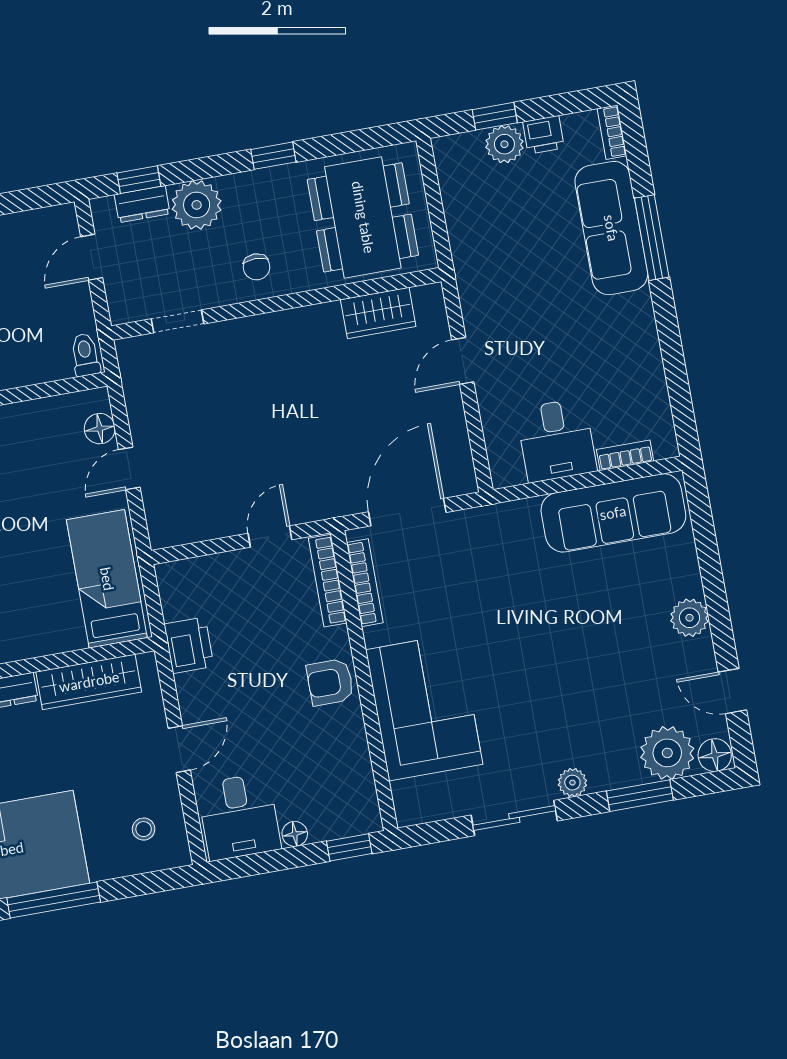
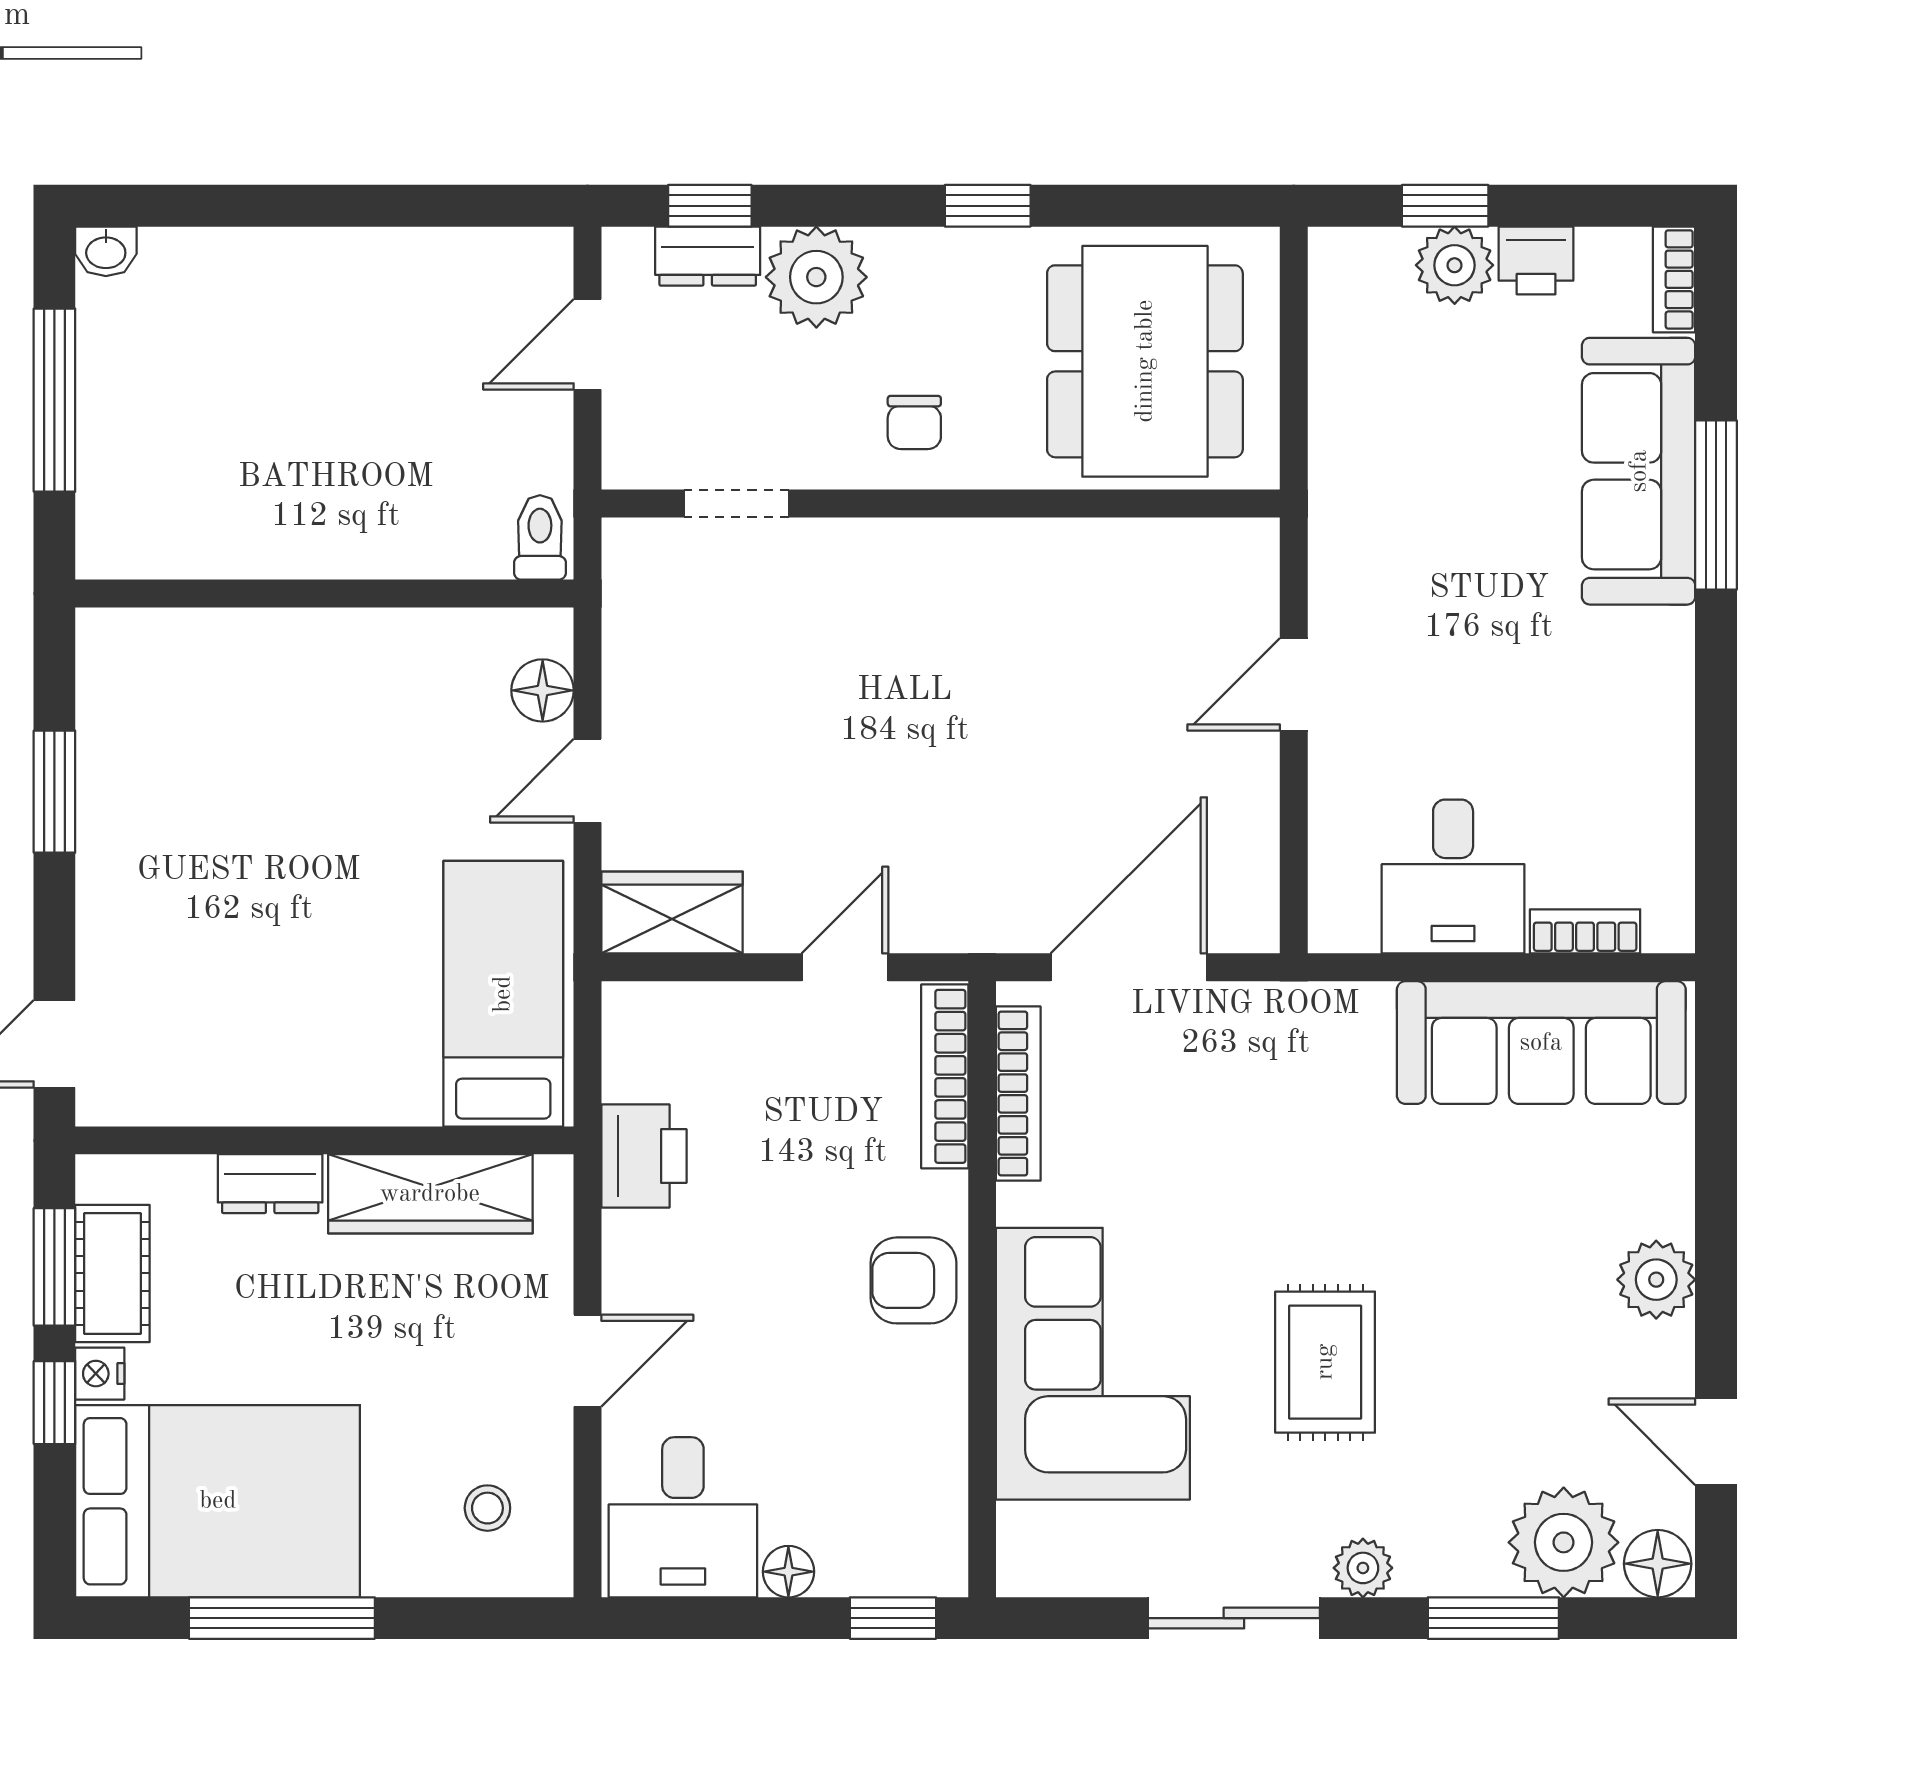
wardrobe: (378, 313) -> (672, 912), moved, turned 180
rug: (536, 686) -> (1325, 1362), added

